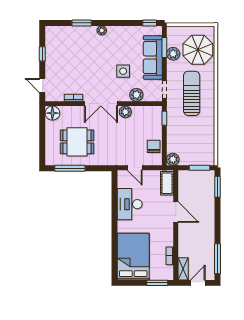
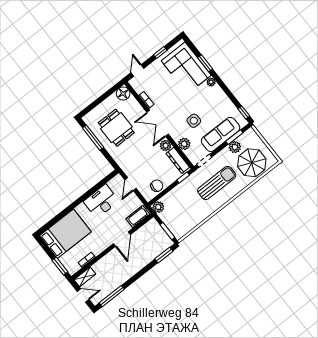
corner sofa: (73, 42) -> (186, 68), added
dresser: (146, 111) -> (178, 160), added

